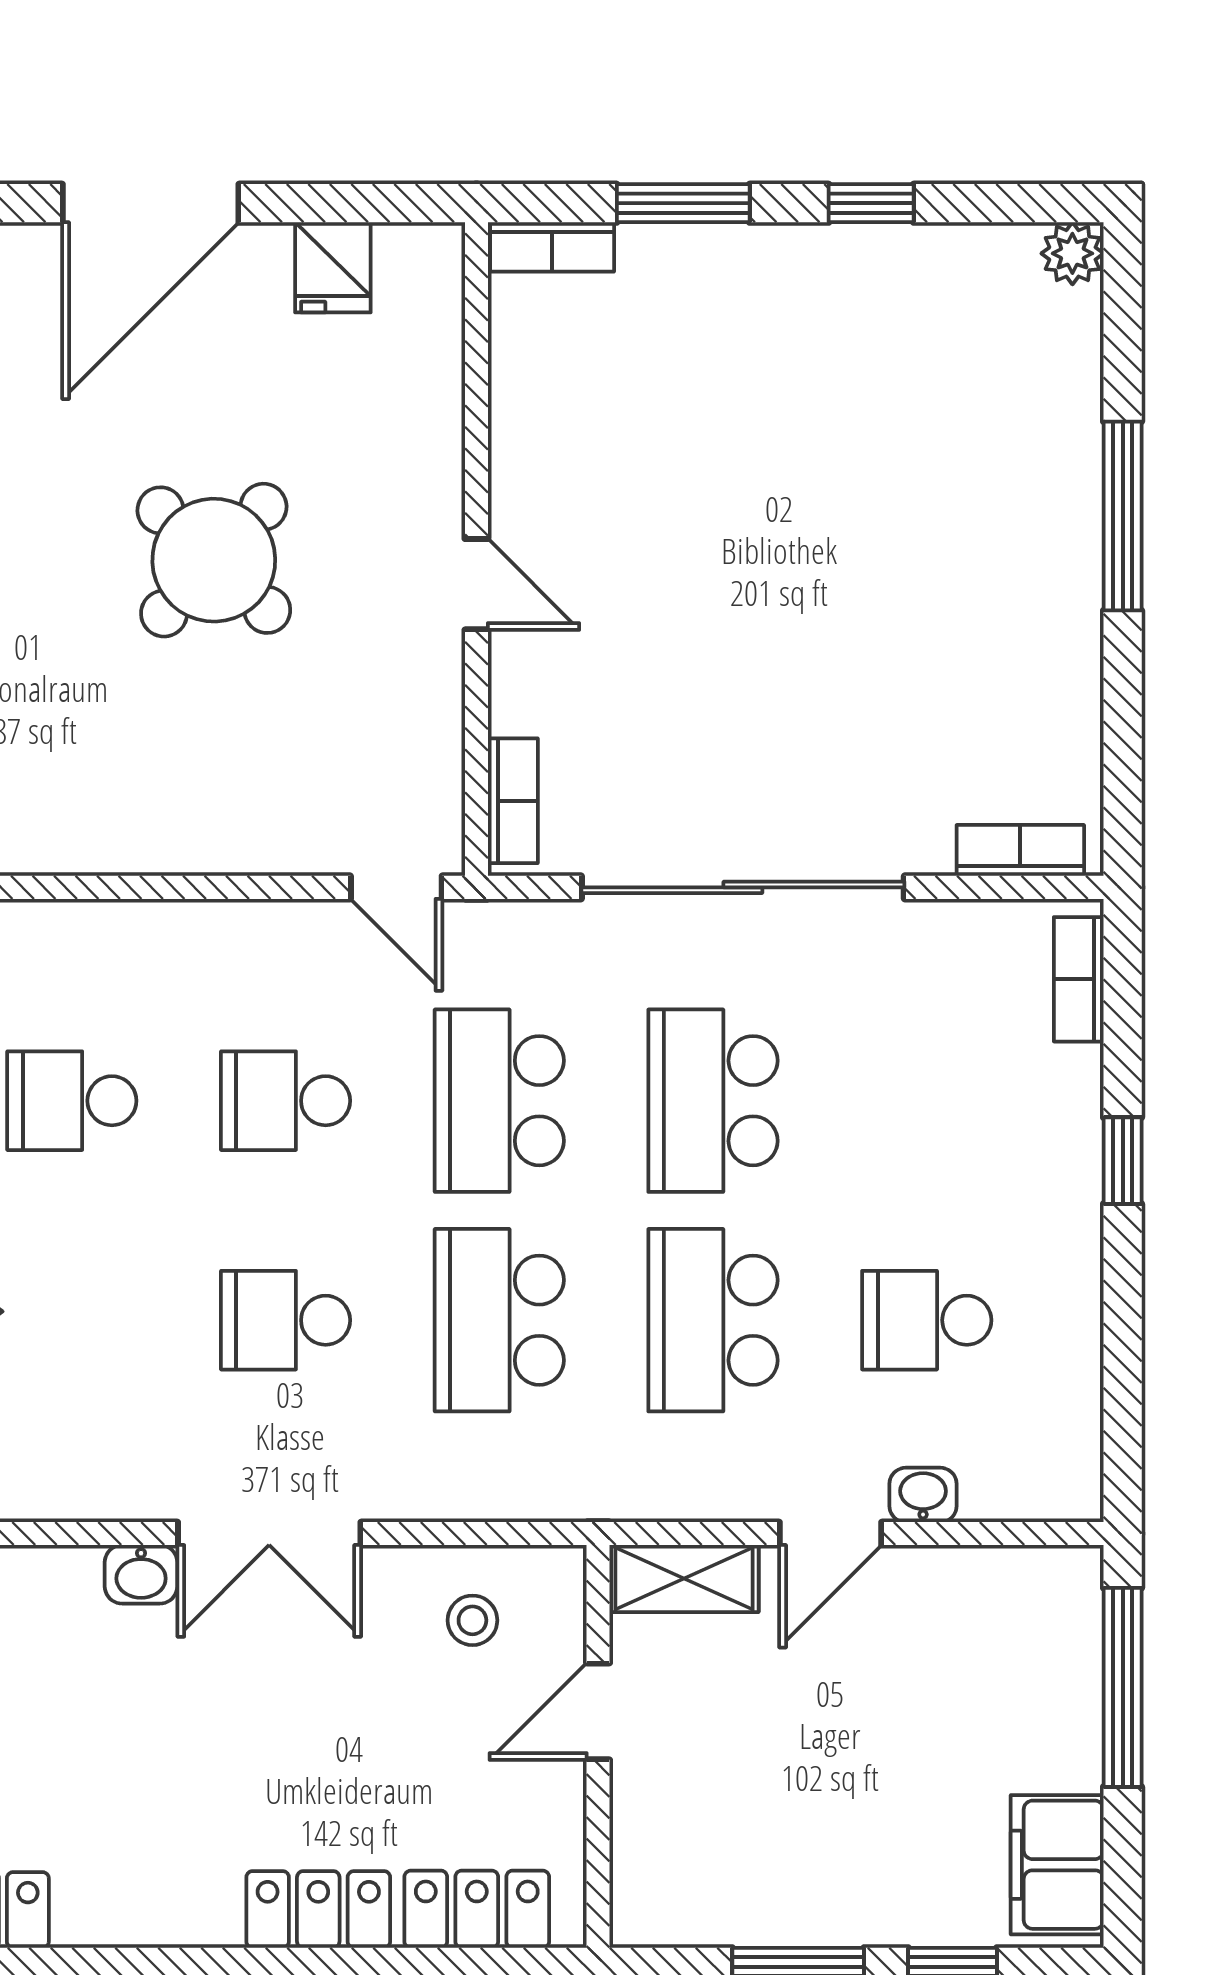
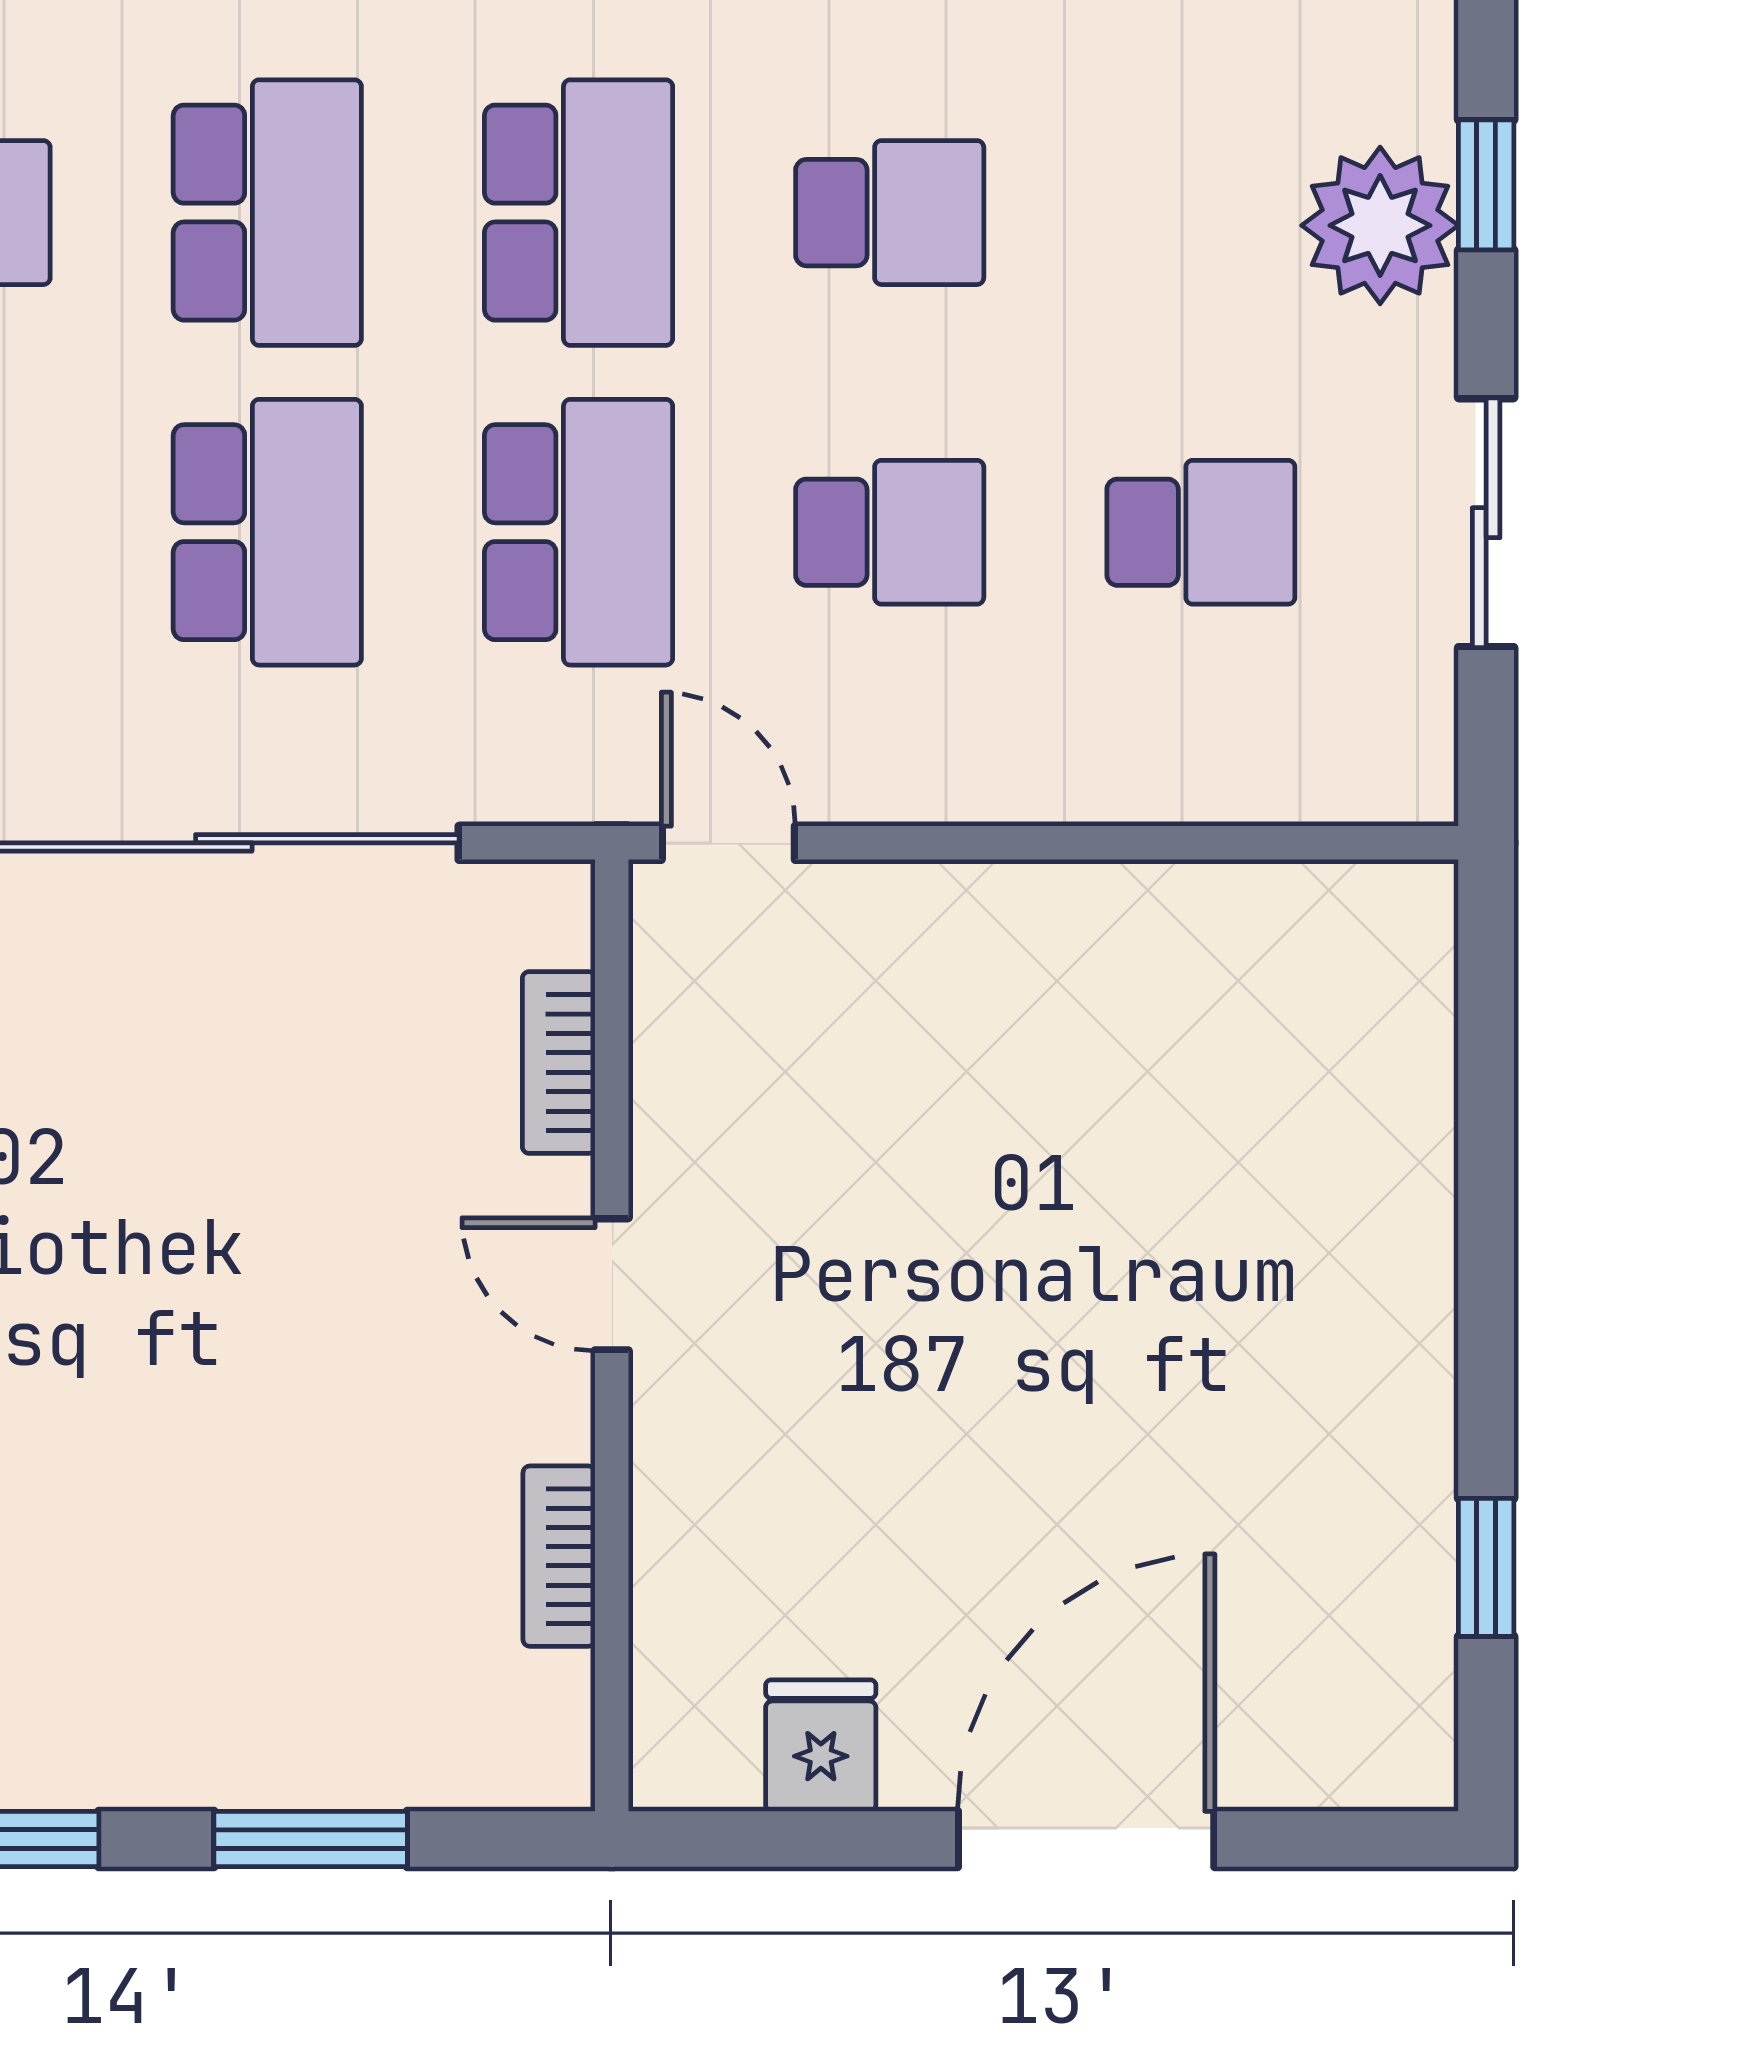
bookcase: (552, 247) -> (559, 1556), moved, turned -90
round table: (214, 560) -> (994, 1319), removed
bookcase: (513, 801) -> (559, 1063), moved

